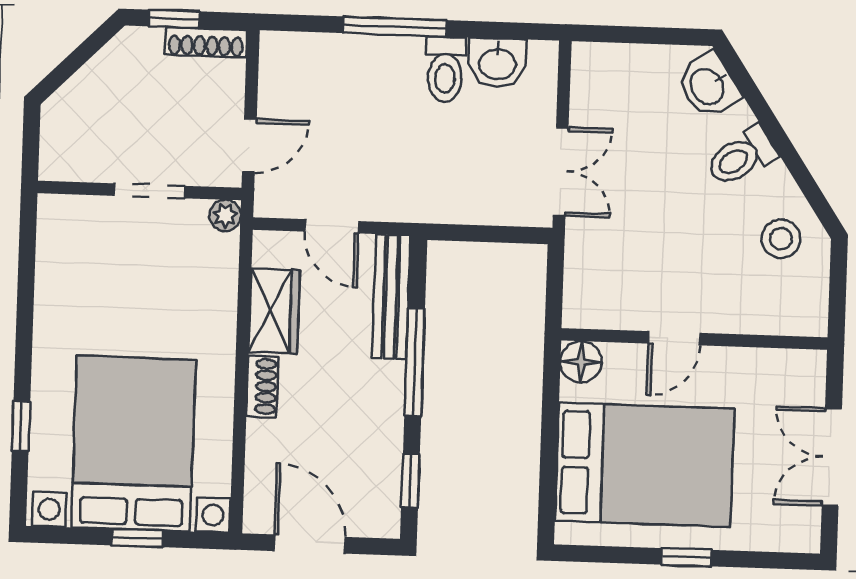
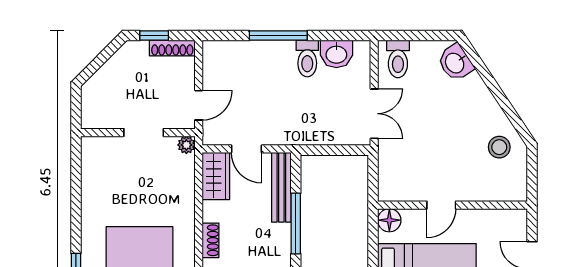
toilet: (741, 157) -> (398, 59), moved, turned -56
wardrobe: (274, 311) -> (216, 176), moved

